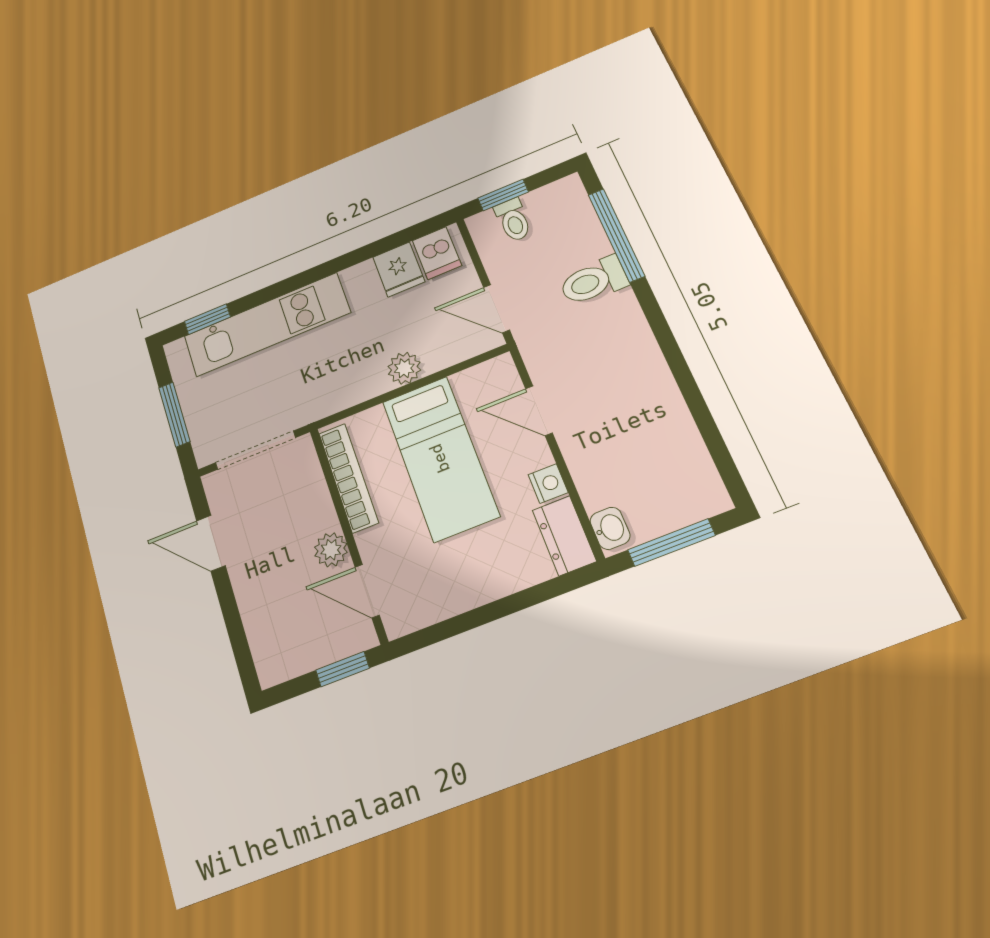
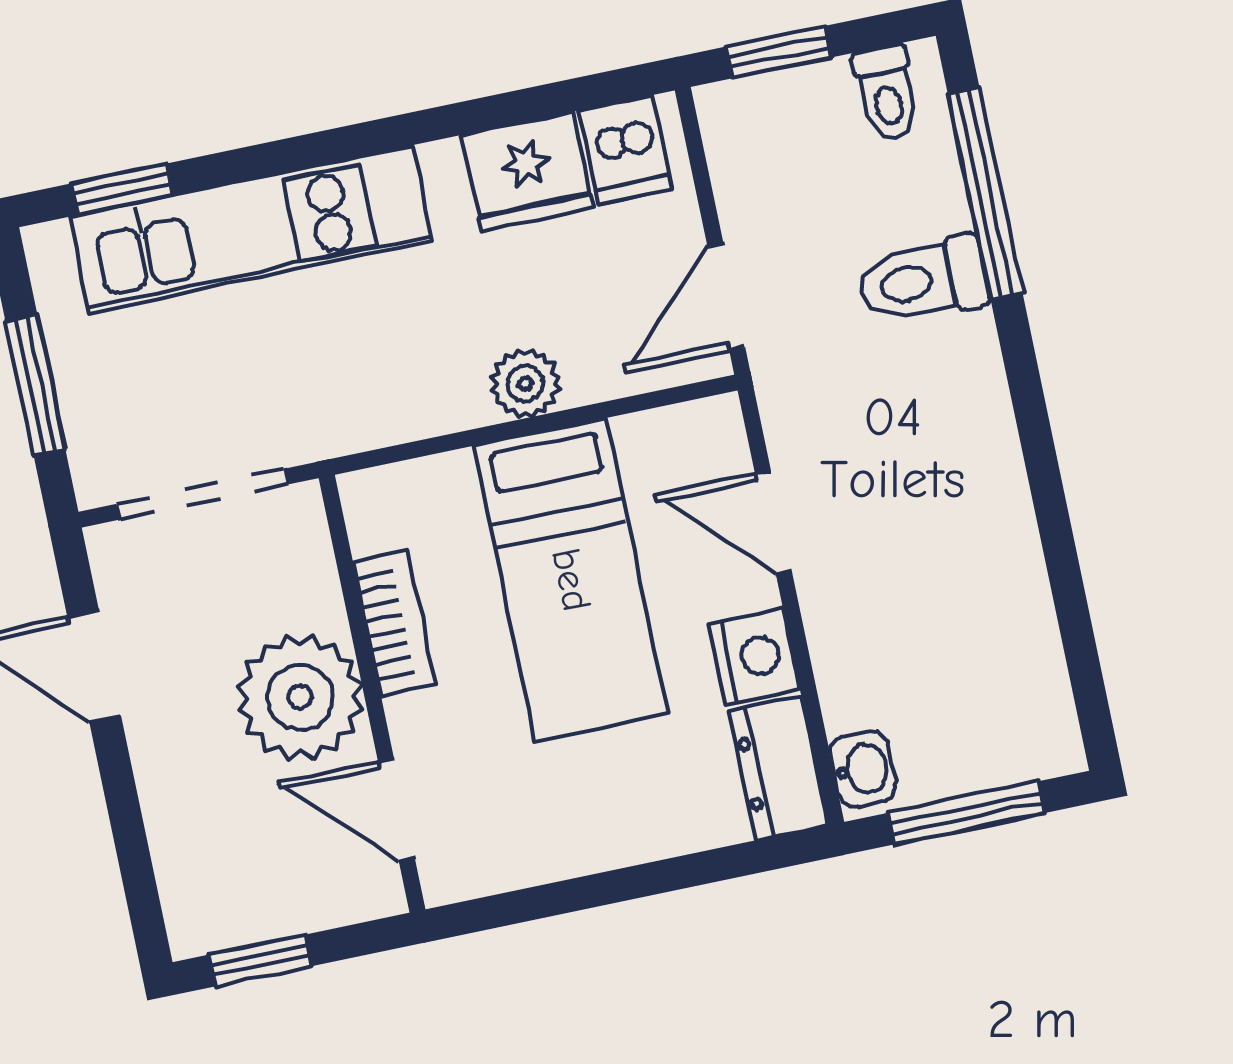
toilet: (513, 220) -> (886, 93), moved
fridge: (399, 269) -> (527, 171), width x1.38
door: (496, 309) -> (726, 297), hinge flipped
bookcase: (348, 478) -> (394, 623), width x0.64
nightstand: (548, 484) -> (754, 657), width x1.39, depth x1.35
plant: (331, 550) -> (300, 697), width x1.87, depth x1.87
window: (343, 669) -> (260, 960), moved

